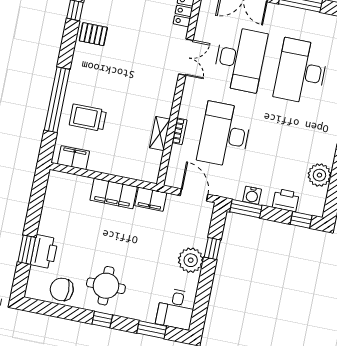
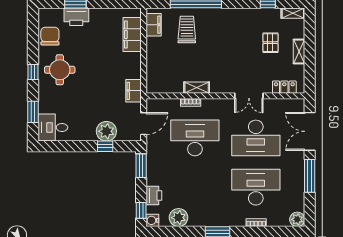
pallet: (93, 34) -> (270, 43), moved
shelving: (160, 134) -> (197, 88), moved
filing cabinet: (114, 194) -> (132, 35), moved
water cooler: (252, 195) -> (152, 220), moved
plant: (191, 260) -> (106, 131), moved

